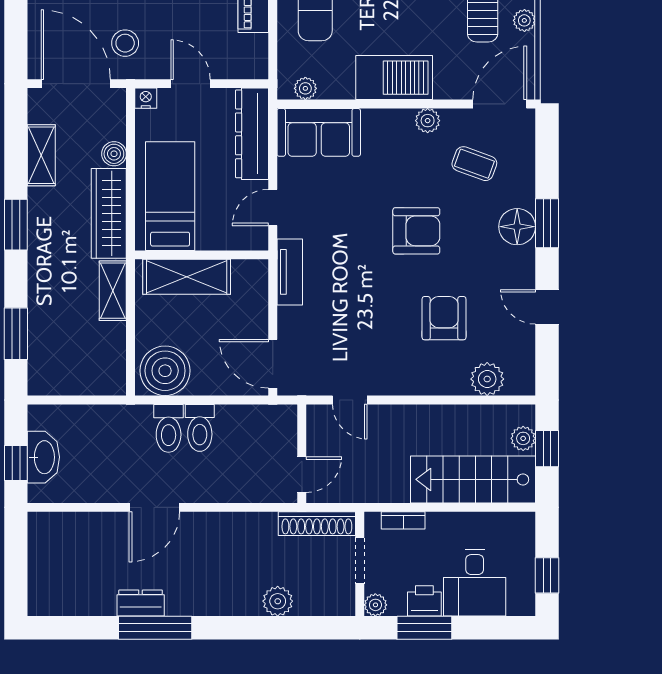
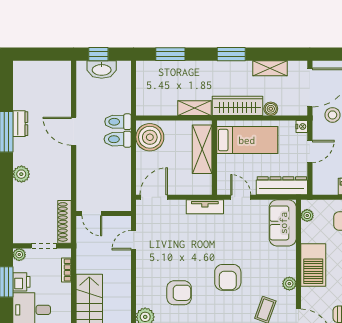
toilet: (200, 428) -> (118, 122), moved
plant: (278, 601) -> (21, 174), moved

